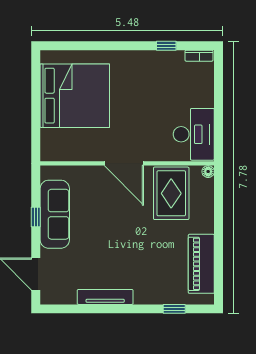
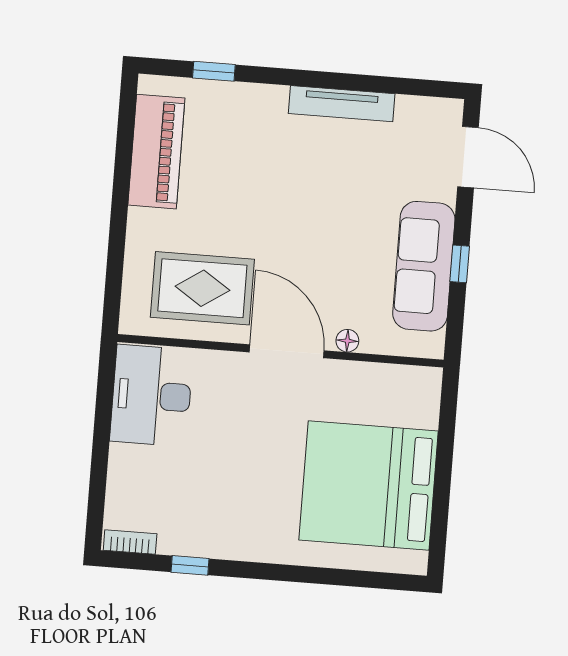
floor lamp: (208, 172) -> (347, 341), moved
rug: (171, 193) -> (202, 288), turned 90

